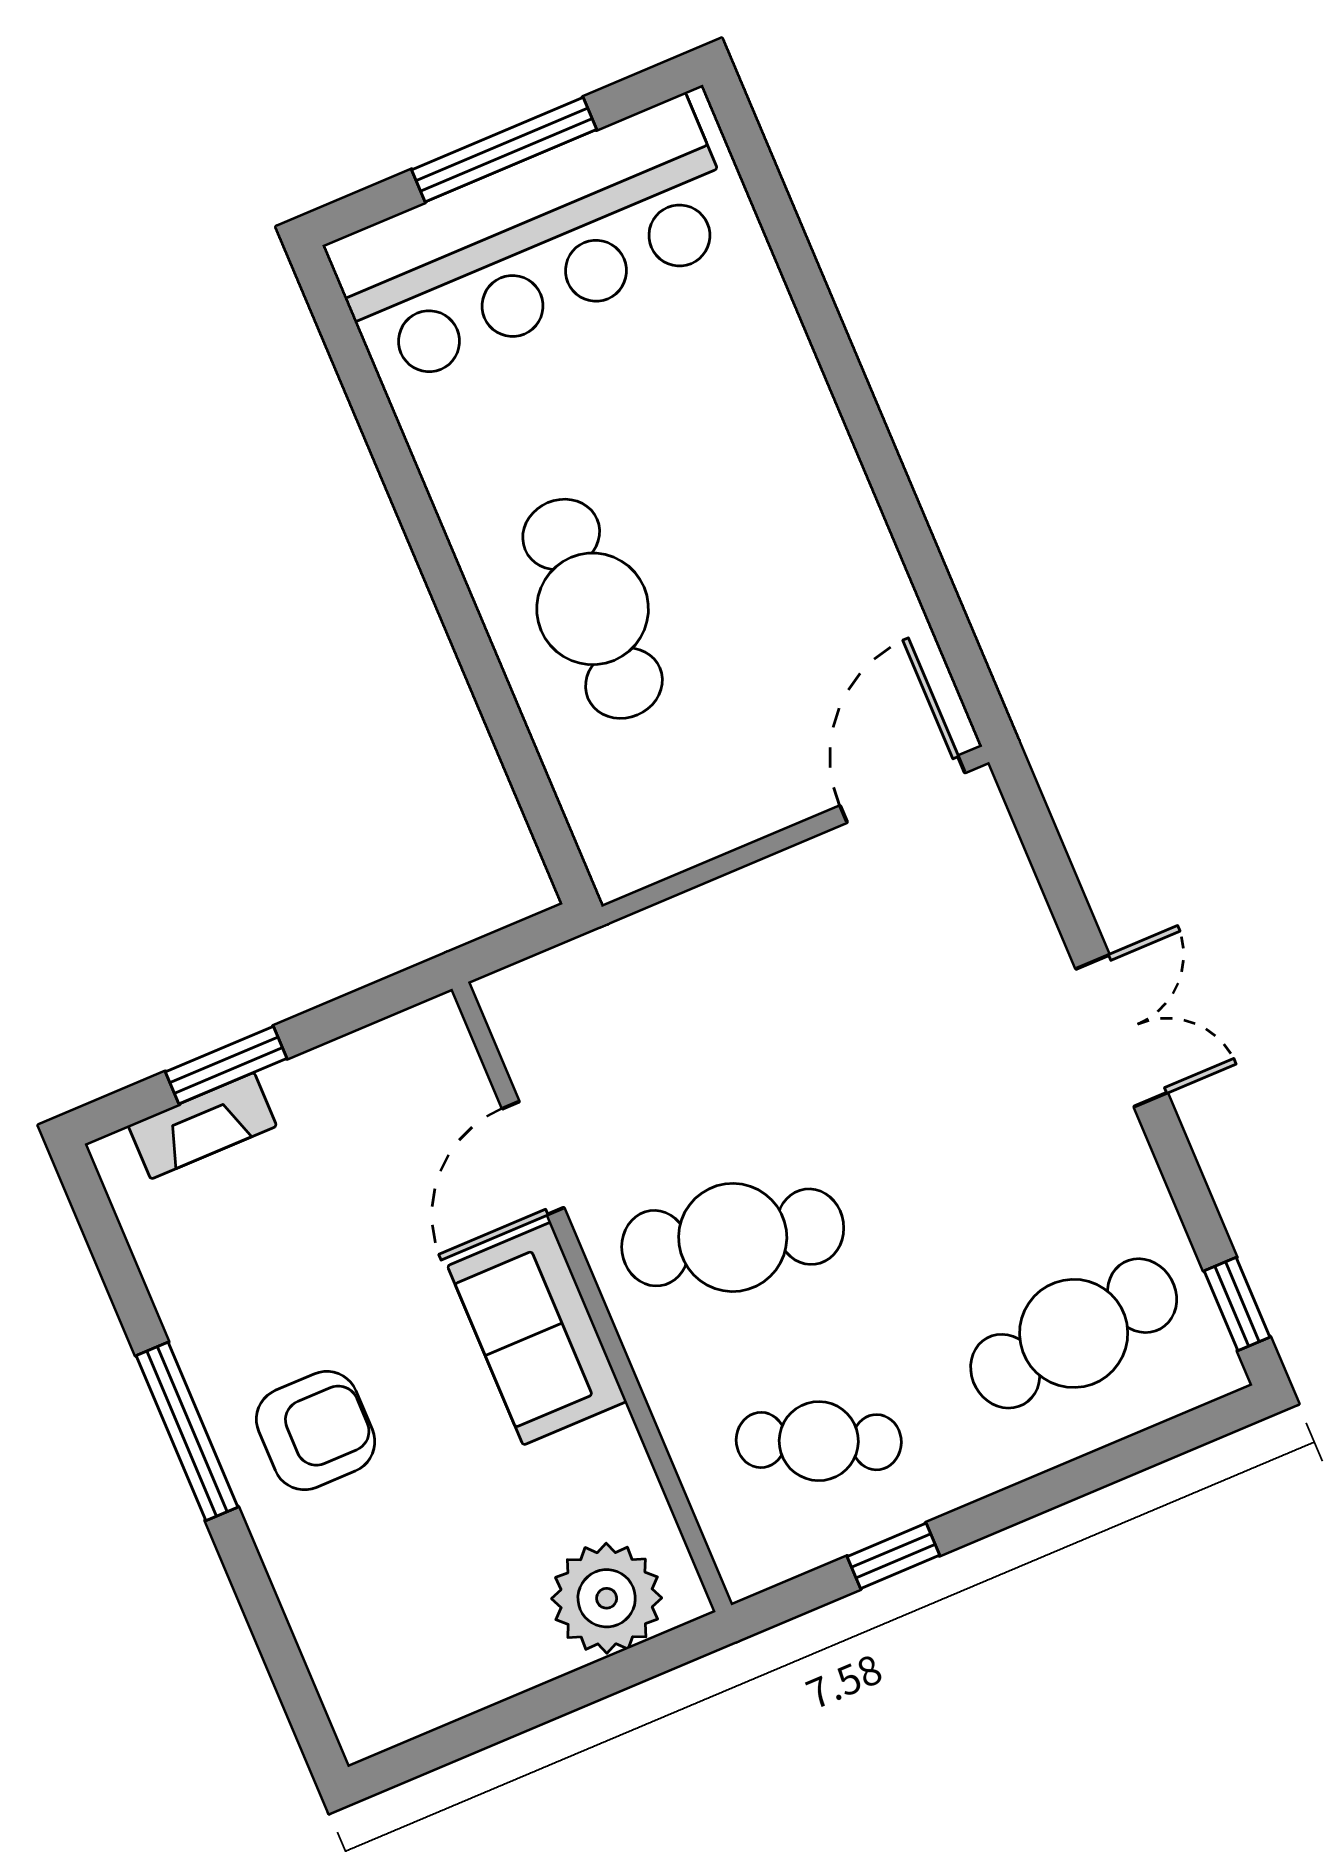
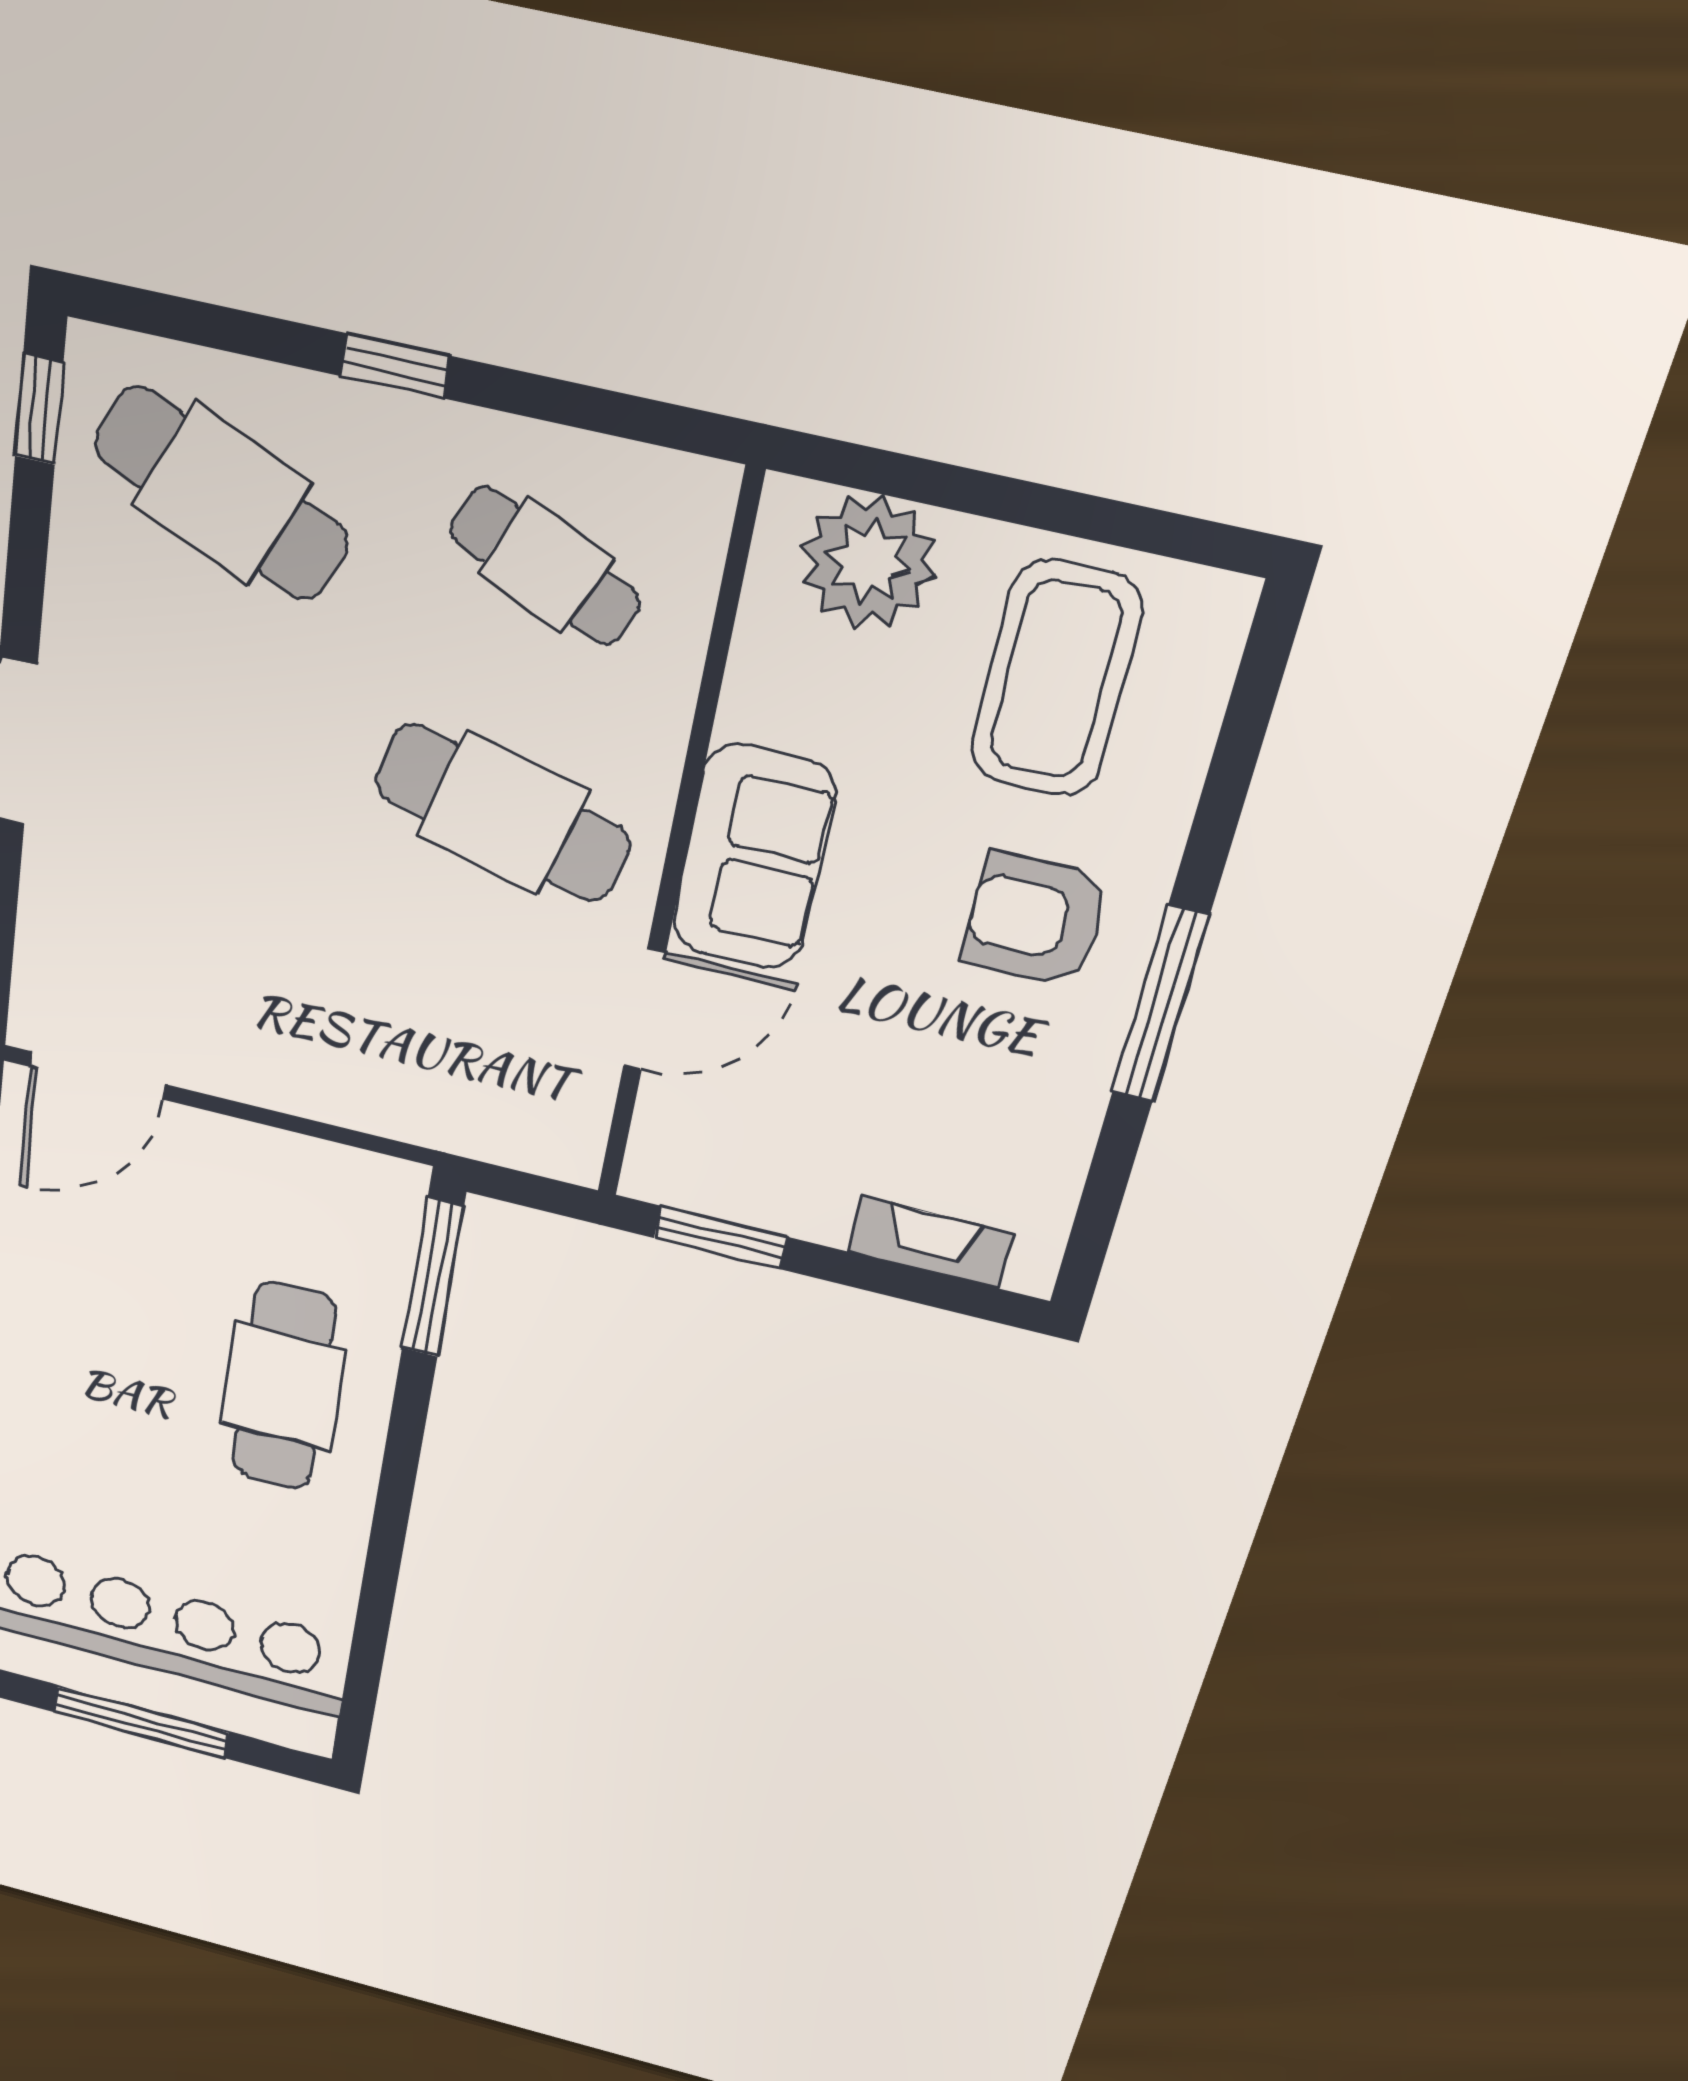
window: (540, 806) -> (433, 1278), added
window: (226, 1065) -> (721, 1237), moved
cafe table: (1074, 1333) -> (222, 494), turned 30
window: (893, 1556) -> (395, 366), moved
coffee table: (429, 1607) -> (1056, 679), added

